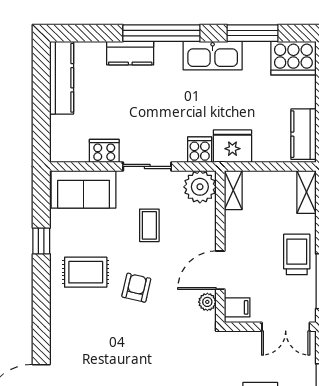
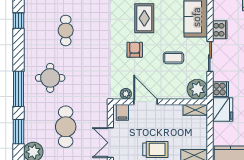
armchair: (136, 288) -> (135, 50), turned -103

